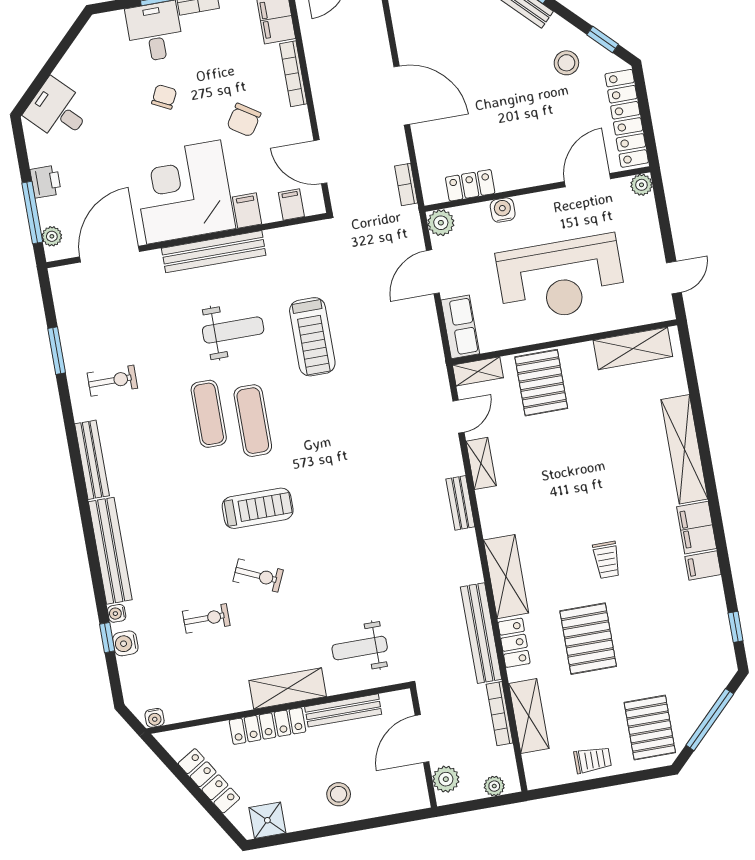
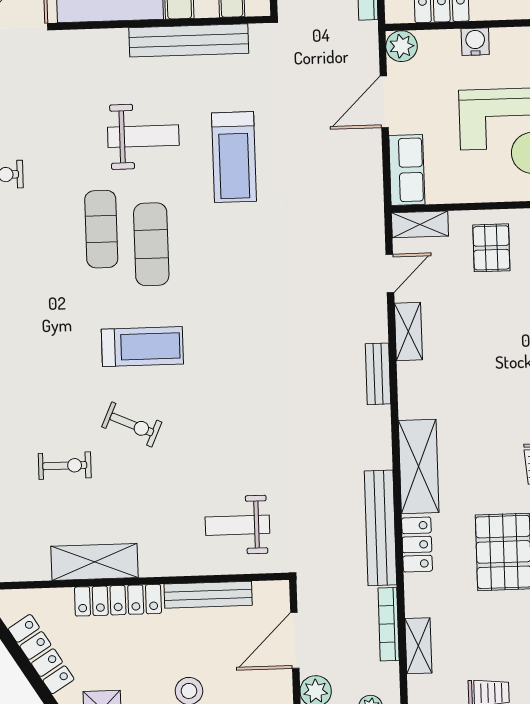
bench: (214, 252) -> (189, 40), moved
pallet: (541, 383) -> (491, 248), width x0.67, depth x0.71
shelving: (288, 689) -> (95, 562), moved
shelving: (529, 716) -> (418, 646), width x0.67, depth x0.75

